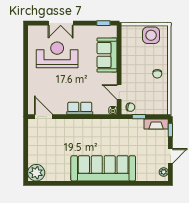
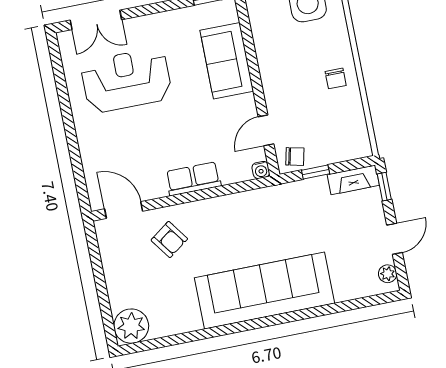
double door: (61, 23) -> (96, 20), moved
door: (119, 92) -> (266, 130), hinge flipped
armchair: (63, 135) -> (169, 240), added

